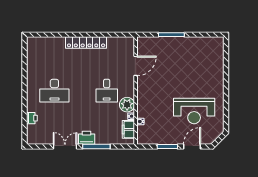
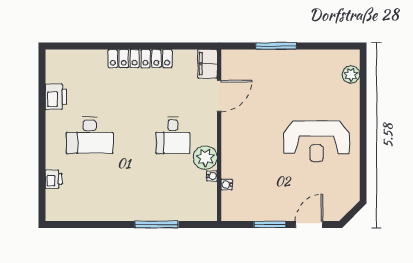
plant: (218, 52) -> (351, 74), added
reception desk: (194, 111) -> (316, 141), moved
filing cabinet: (128, 129) -> (208, 64), moved
printer: (87, 138) -> (56, 97), moved, turned 90
double door: (65, 147) -> (106, 224), removed

